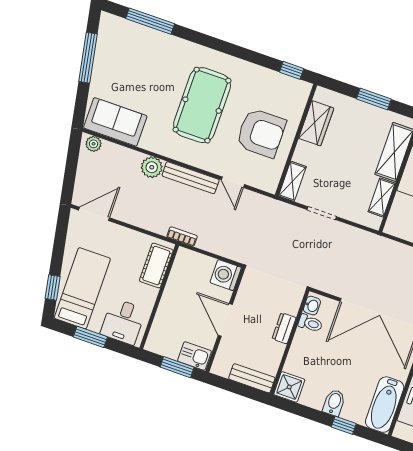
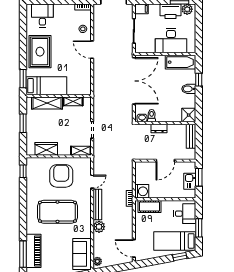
piano: (149, 41) -> (33, 251), added
washing machine: (226, 275) -> (142, 191), moved, turned -90
kitchen sink: (194, 356) -> (190, 181), moved

